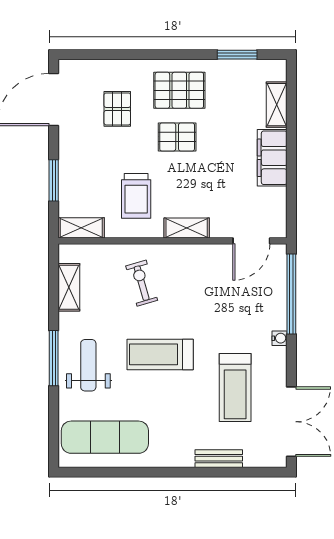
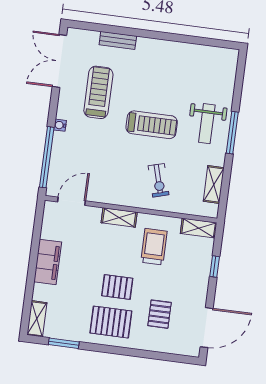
shelving: (277, 105) -> (37, 319), moved
window: (54, 180) -> (215, 267), width x0.67
exercise mat: (105, 437) -> (201, 68), removed

